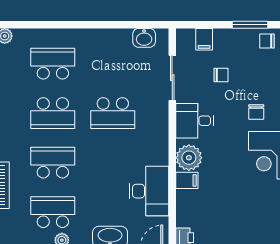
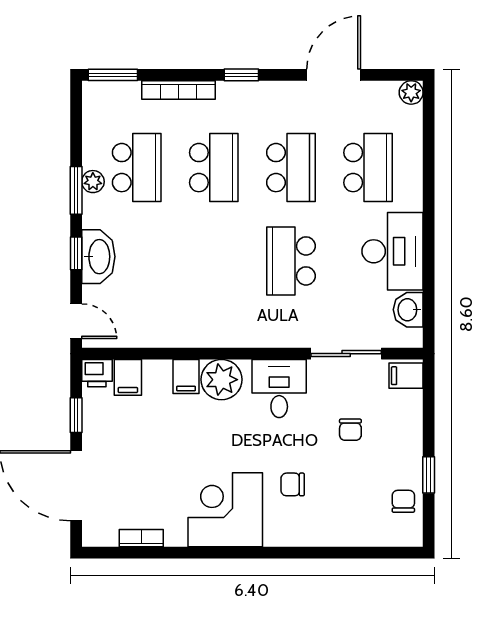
window: (250, 25) -> (429, 475), width x0.67
filing cabinet: (204, 39) -> (406, 376), moved
school desk: (53, 113) -> (291, 168), turned 180
desk: (149, 191) -> (393, 251), moved, turned -90
filing cabinet: (187, 218) -> (128, 377), added

